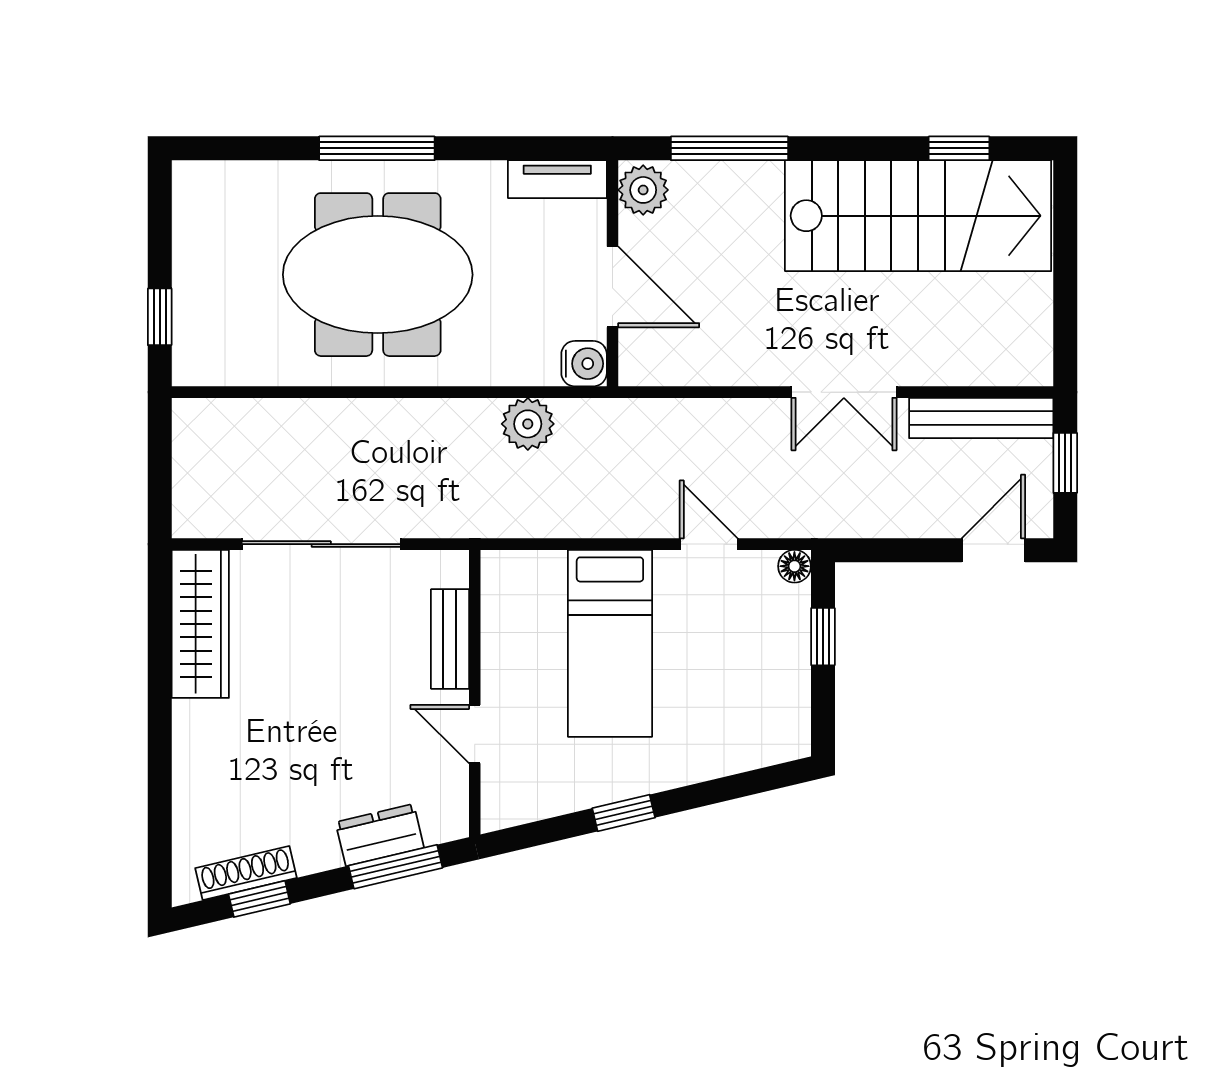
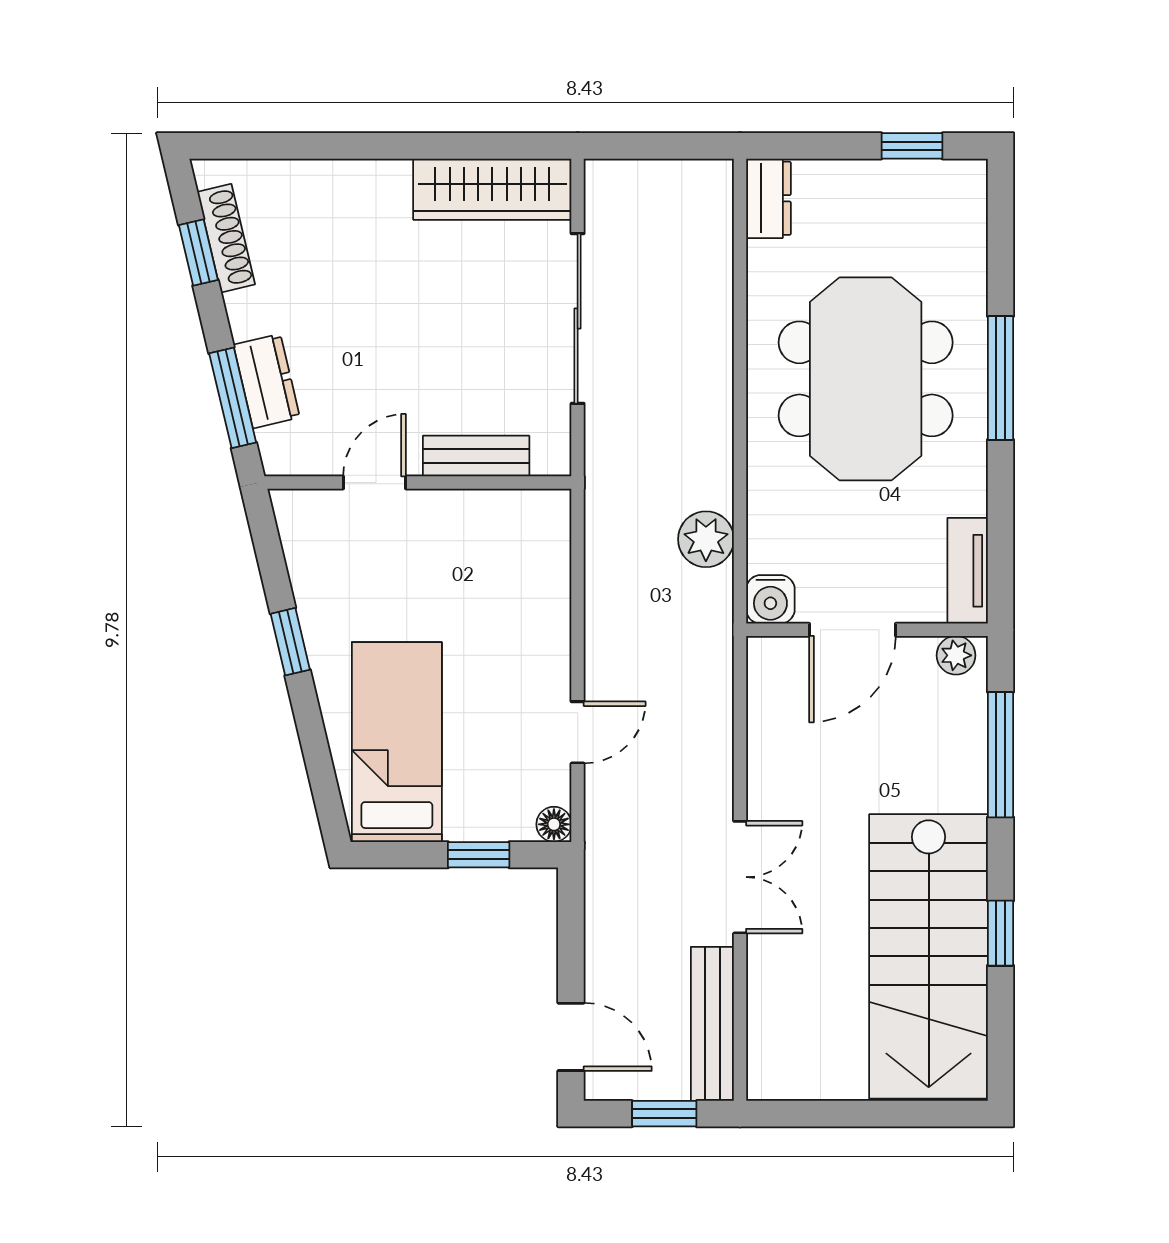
window: (959, 148) -> (1001, 933), moved
plant: (643, 190) -> (956, 655), width x0.73, depth x0.73
window: (160, 317) -> (912, 146), moved
dresser: (209, 365) -> (768, 198), added
double door: (844, 392) -> (740, 877), swing flipped
bed: (610, 643) -> (397, 742), moved, turned 90

